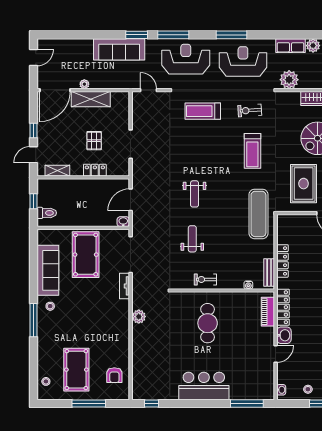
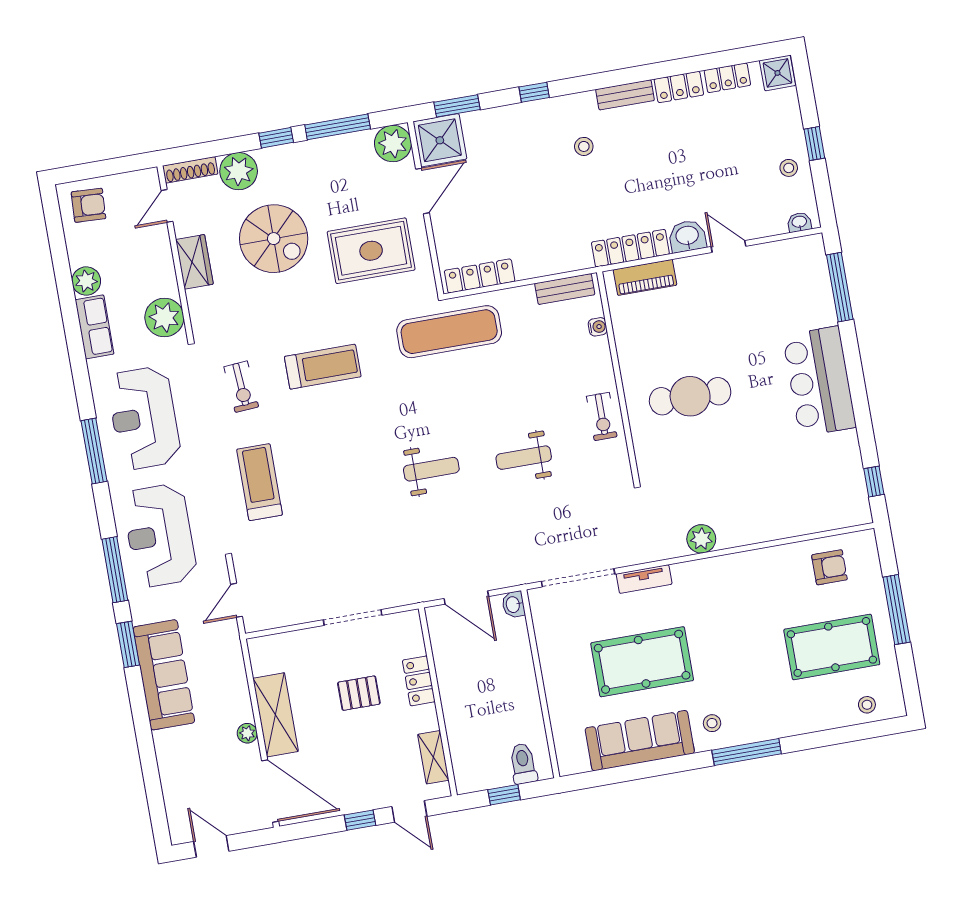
treadmill: (203, 111) -> (259, 482), turned 180
pool table: (86, 255) -> (642, 662), moved
locker: (282, 261) -> (480, 276), moved

